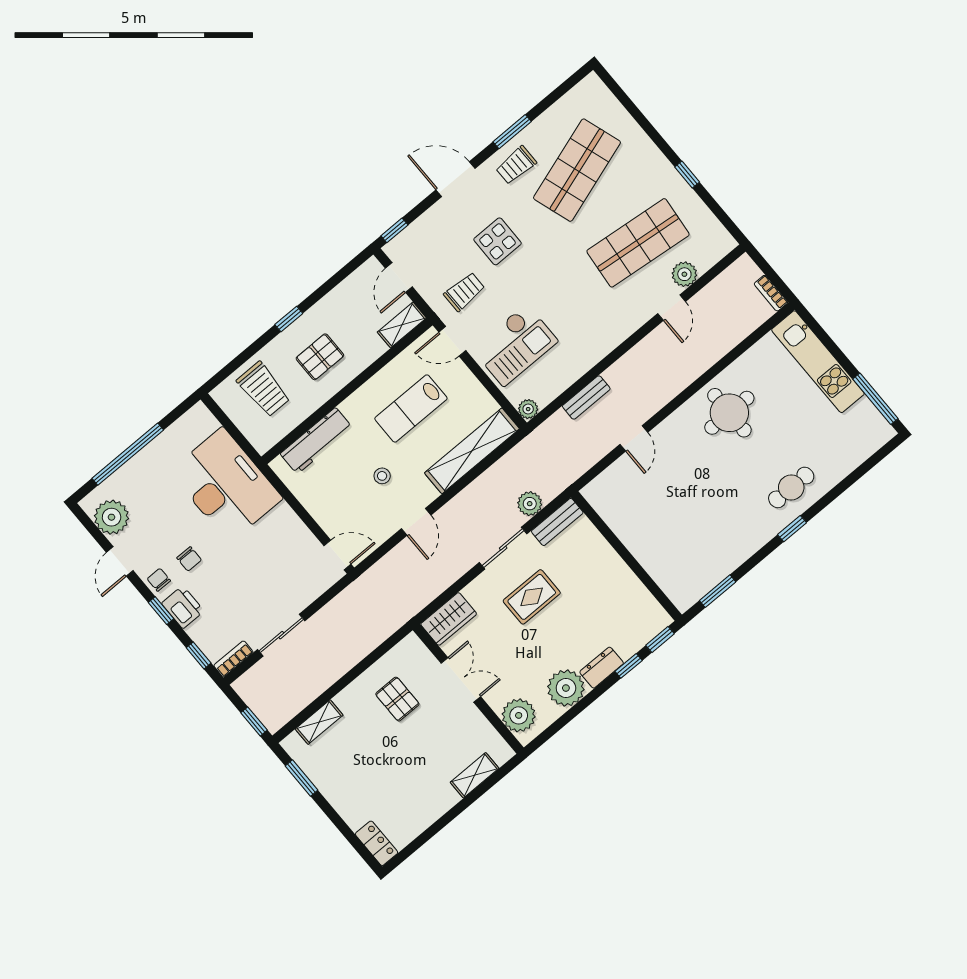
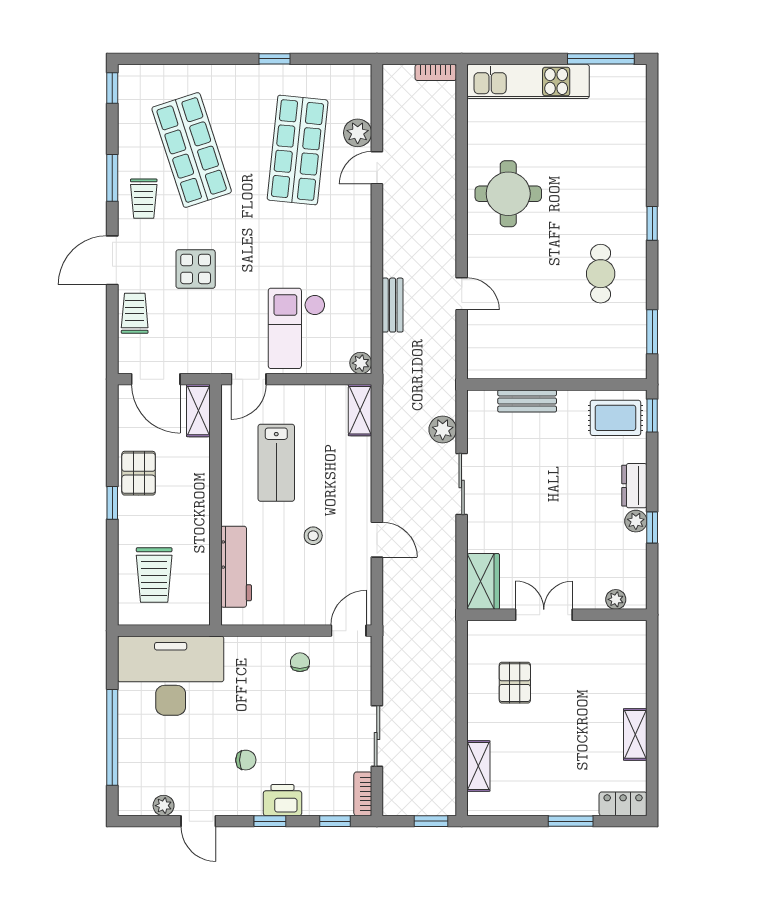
window: (394, 230) -> (112, 88), moved
door: (399, 278) -> (156, 379), width x1.37
trolley: (464, 292) -> (135, 313), moved
door: (672, 308) -> (377, 168), swing flipped
checkout: (515, 345) -> (297, 328), turned 180
pallet: (320, 357) -> (139, 473), moved
trolley: (264, 389) -> (154, 575), turned 90
shelving: (472, 451) -> (360, 410), width x0.45, depth x0.75
desk: (226, 485) -> (171, 676), moved
cafe table: (791, 487) -> (601, 274), moved
plant: (112, 517) -> (164, 806), width x0.53, depth x0.53
bench: (557, 522) -> (527, 401), moved, turned 90
chair: (159, 580) -> (300, 662), moved, turned 90
rug: (532, 597) -> (615, 418), moved, turned 90
window: (629, 666) -> (652, 528), moved
plant: (566, 688) -> (636, 521), width x0.53, depth x0.53
pallet: (397, 699) -> (515, 683), turned 90
plant: (519, 715) -> (616, 599), width x0.53, depth x0.53
shelving: (475, 775) -> (635, 734), moved
window: (301, 778) -> (571, 821), moved

